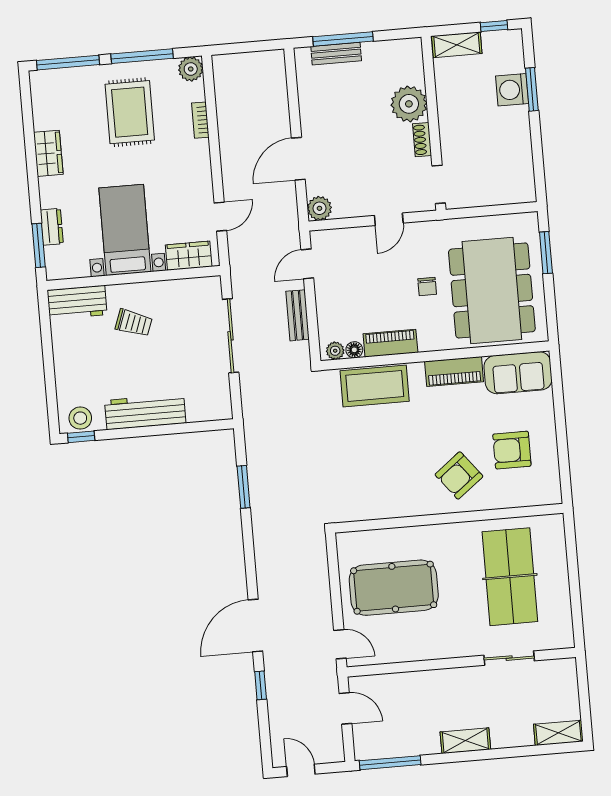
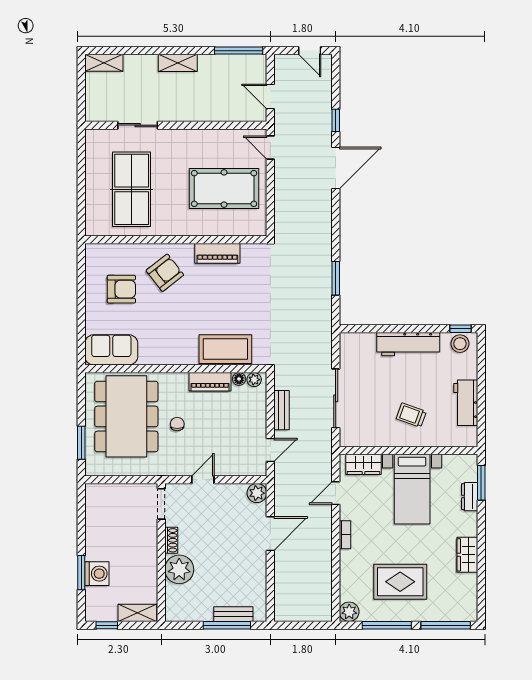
rug: (130, 112) -> (400, 582), turned 90
bookcase: (200, 120) -> (345, 535), moved
workbench: (77, 302) -> (466, 403), moved, turned -90
piano: (454, 372) -> (217, 253), moved, turned 180

